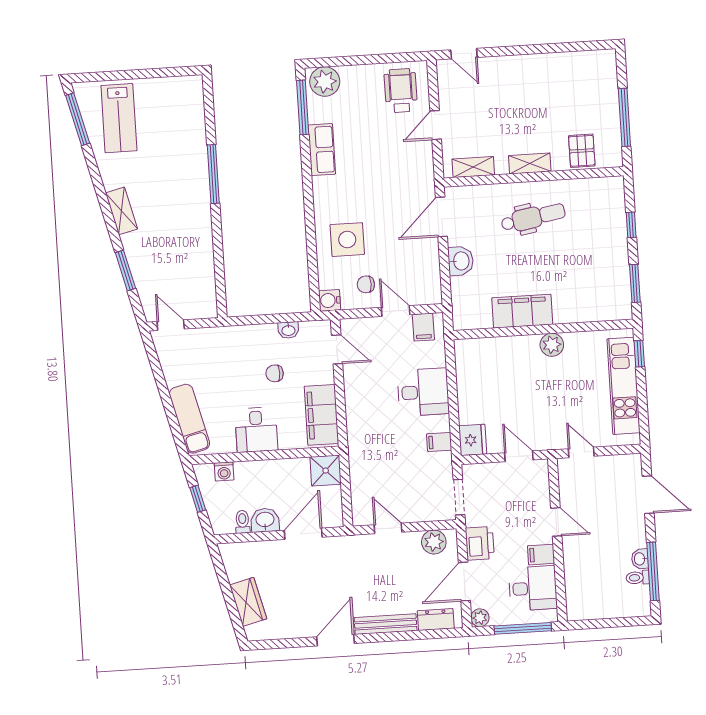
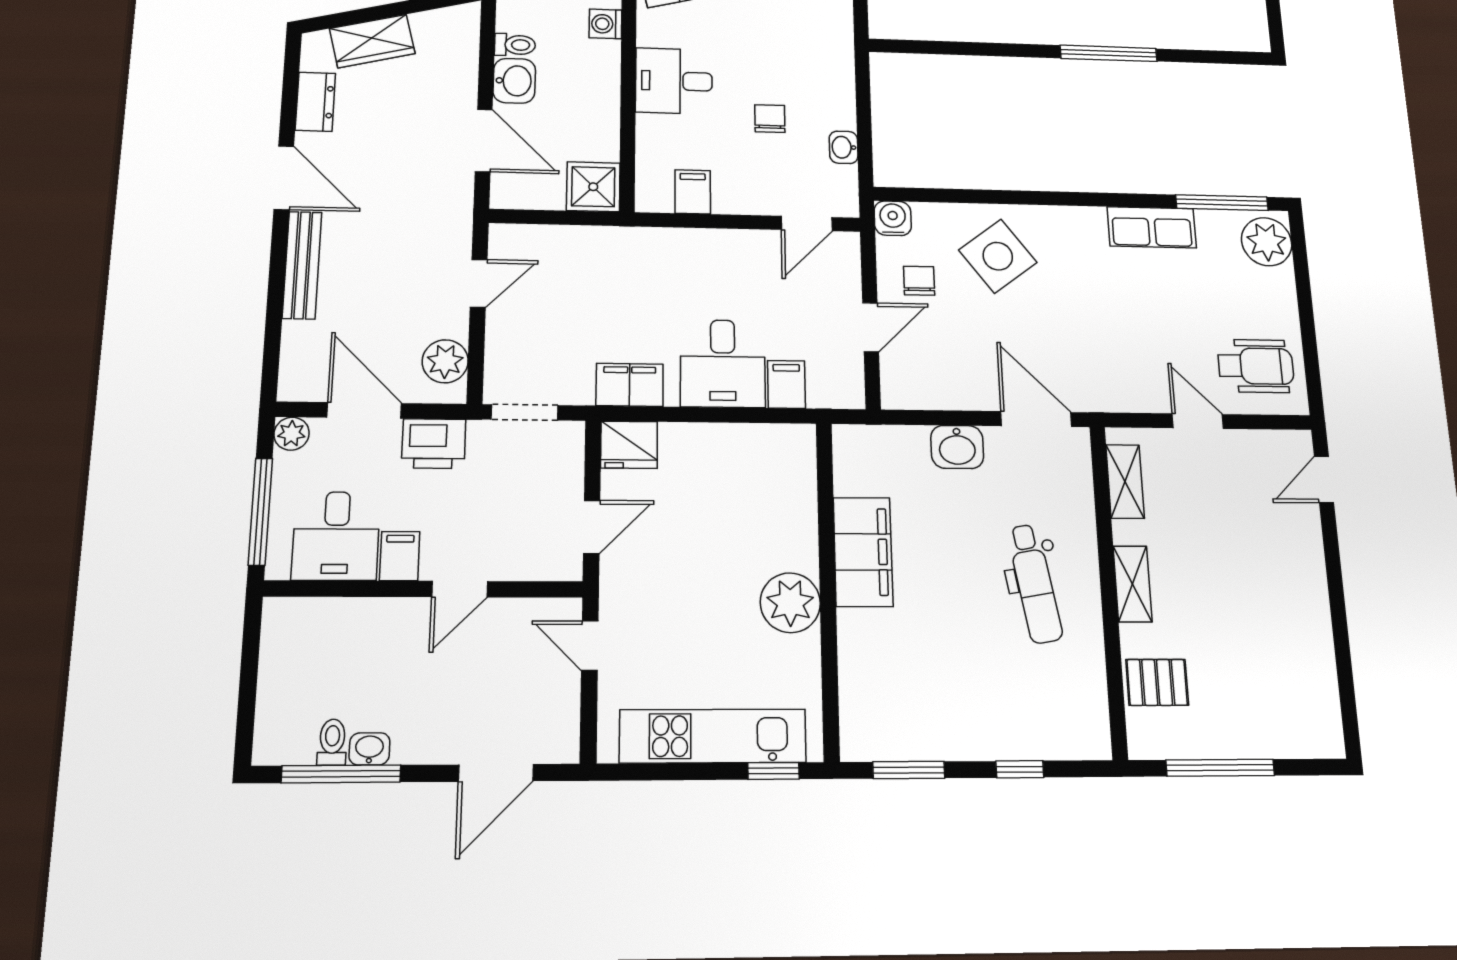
side table: (347, 240) -> (998, 256), turned -37
filing cabinet: (423, 327) -> (787, 384), moved, turned 90
plant: (552, 345) -> (790, 603), width x1.36, depth x1.36
filing cabinet: (321, 415) -> (693, 192), width x0.33, depth x0.86
filing cabinet: (439, 442) -> (630, 385), width x2.00
door: (581, 452) -> (590, 646), swing flipped
dresser: (436, 620) -> (315, 102), moved

